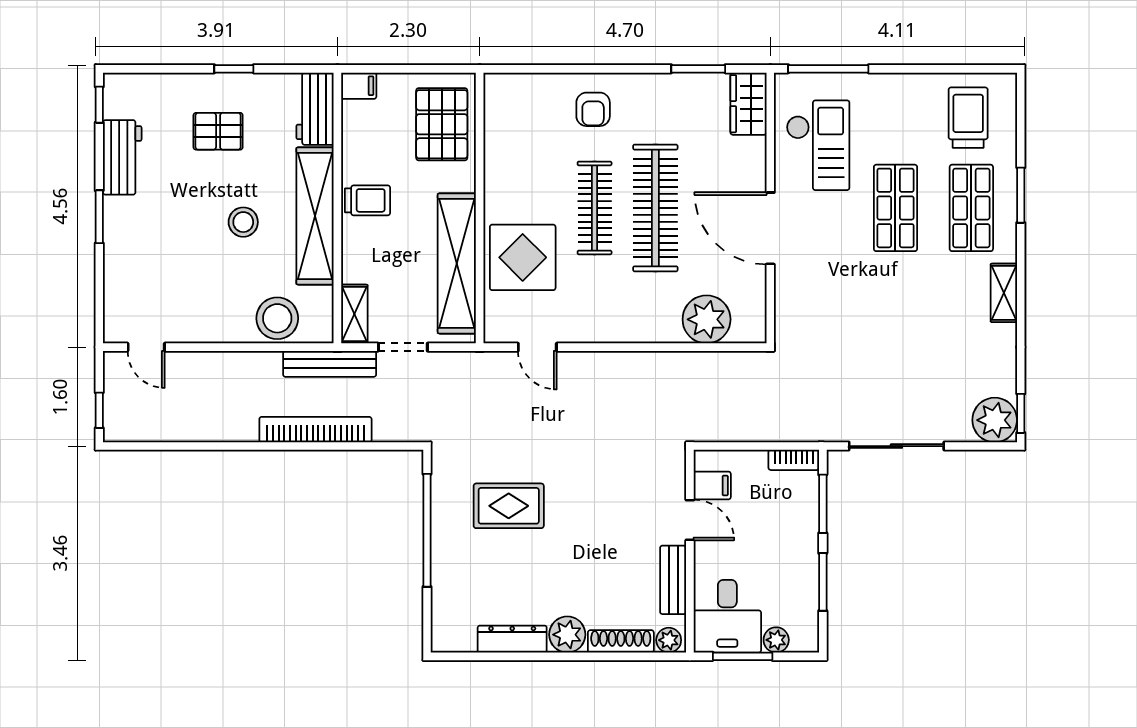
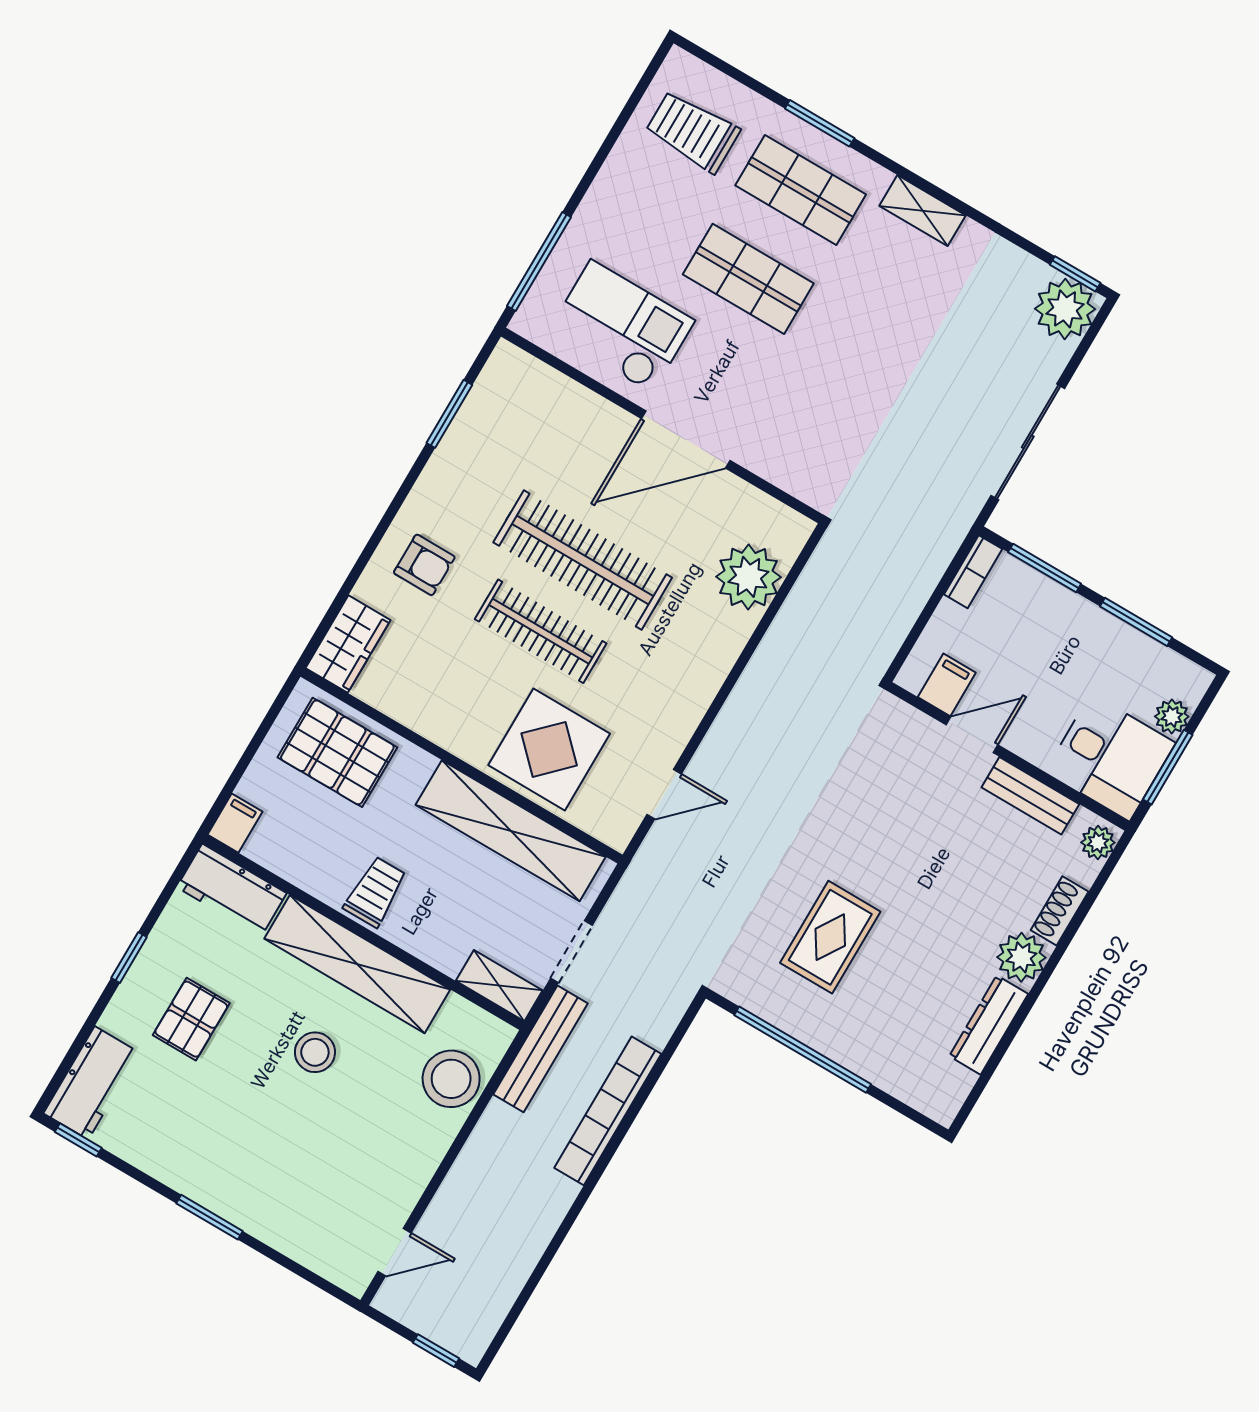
wardrobe: (748, 104) -> (348, 644), moved, turned -90
workbench: (122, 157) -> (91, 1083), moved, turned 90
shoe rack: (621, 641) -> (1060, 911), width x0.70

